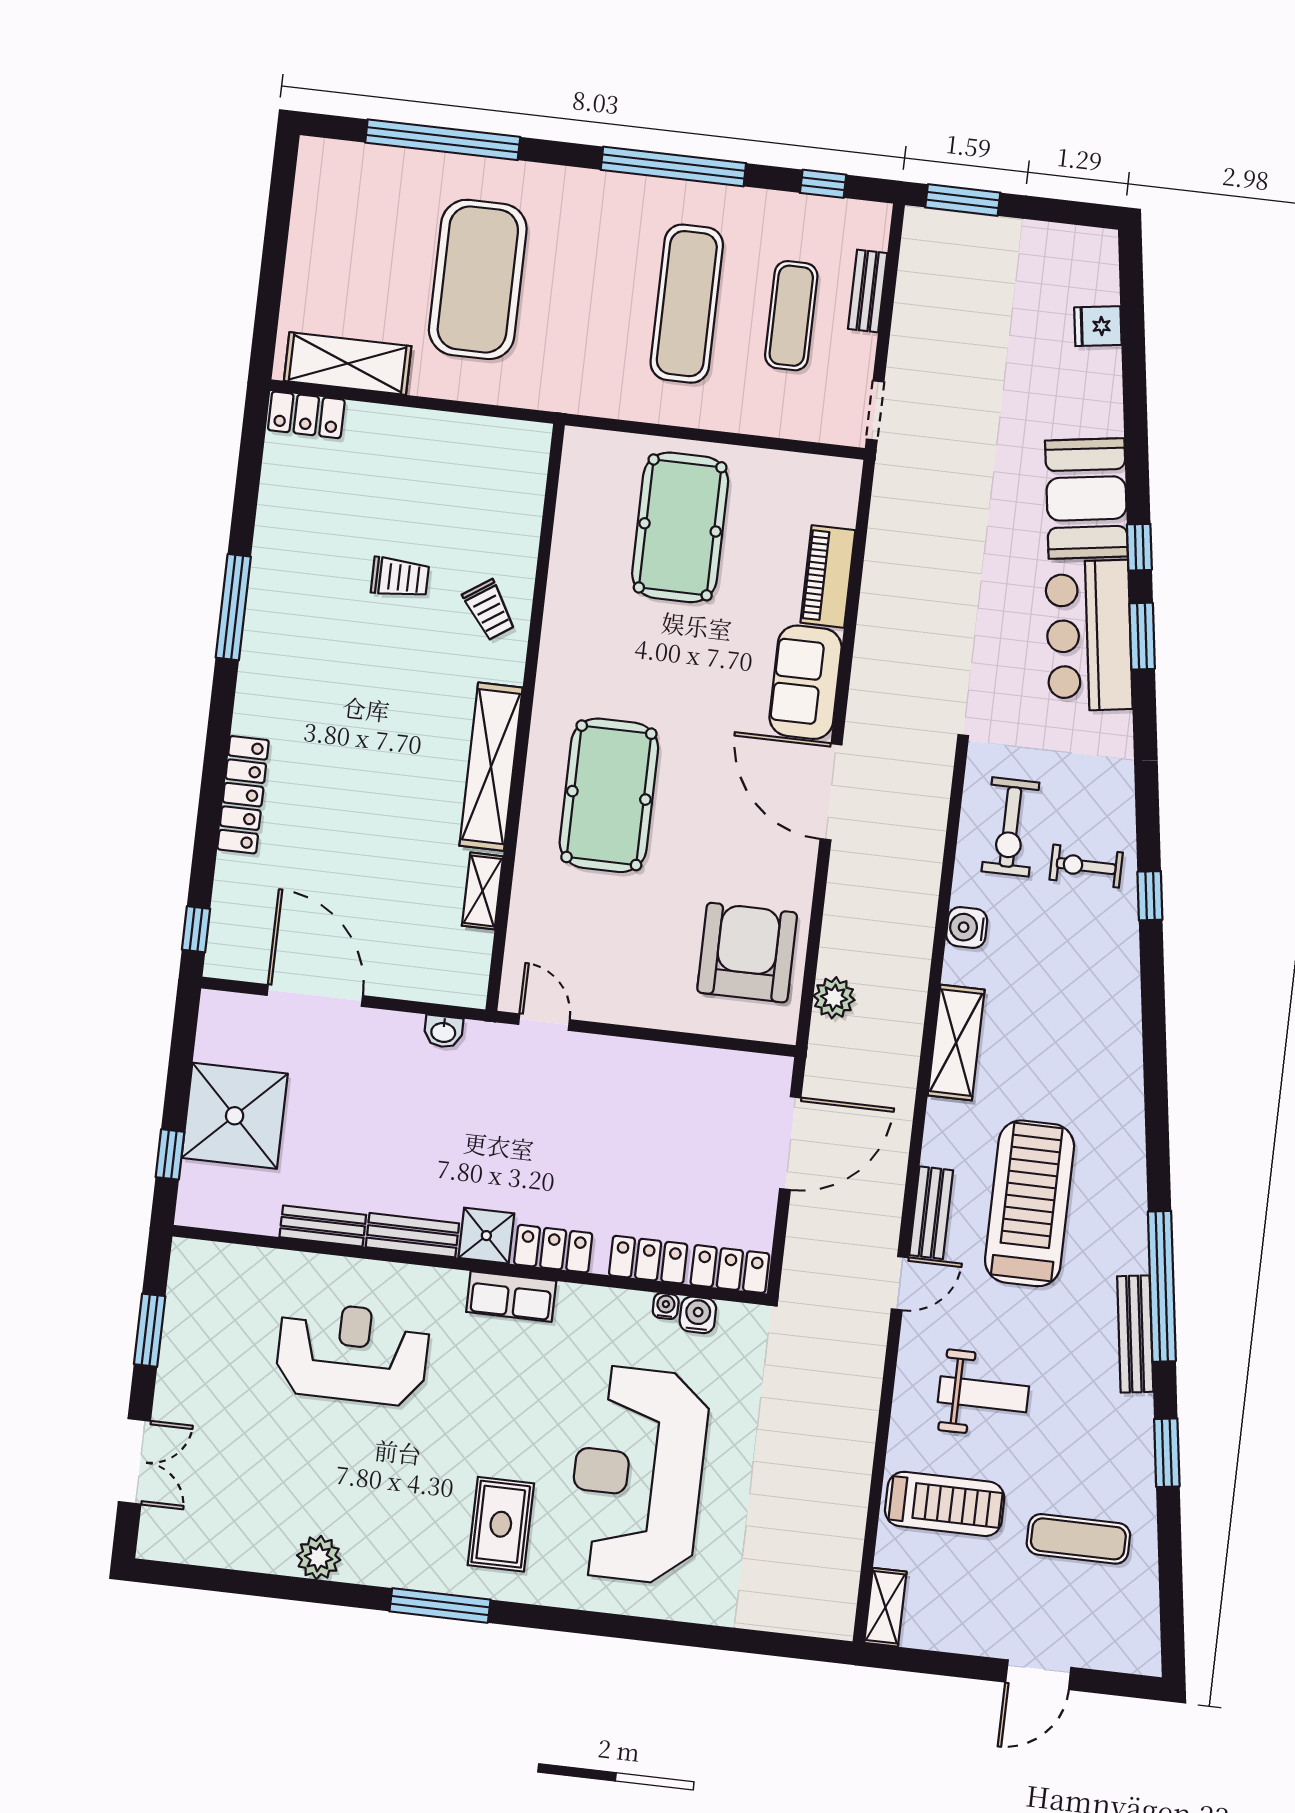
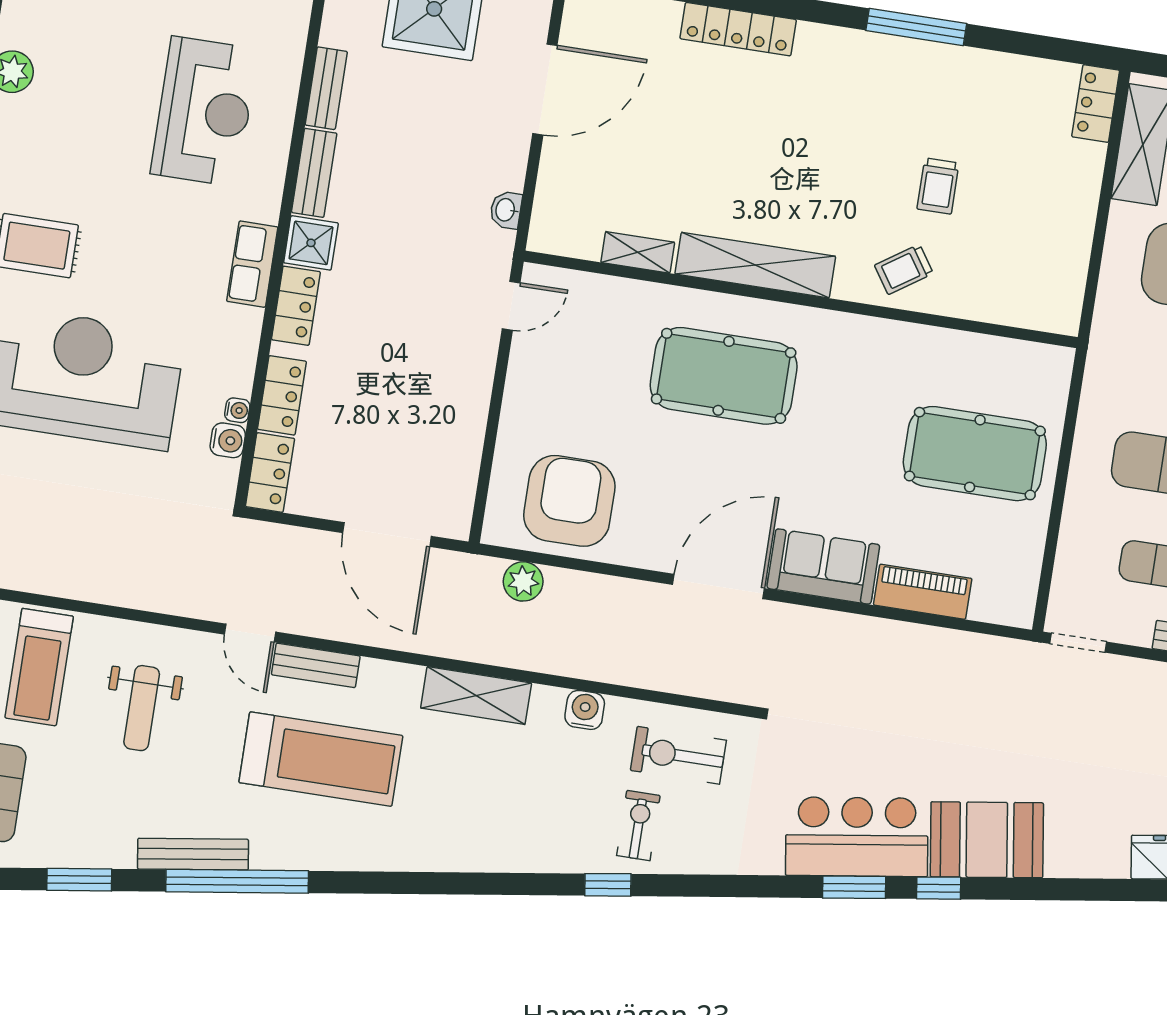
armchair: (747, 953) -> (569, 501), turned -90

